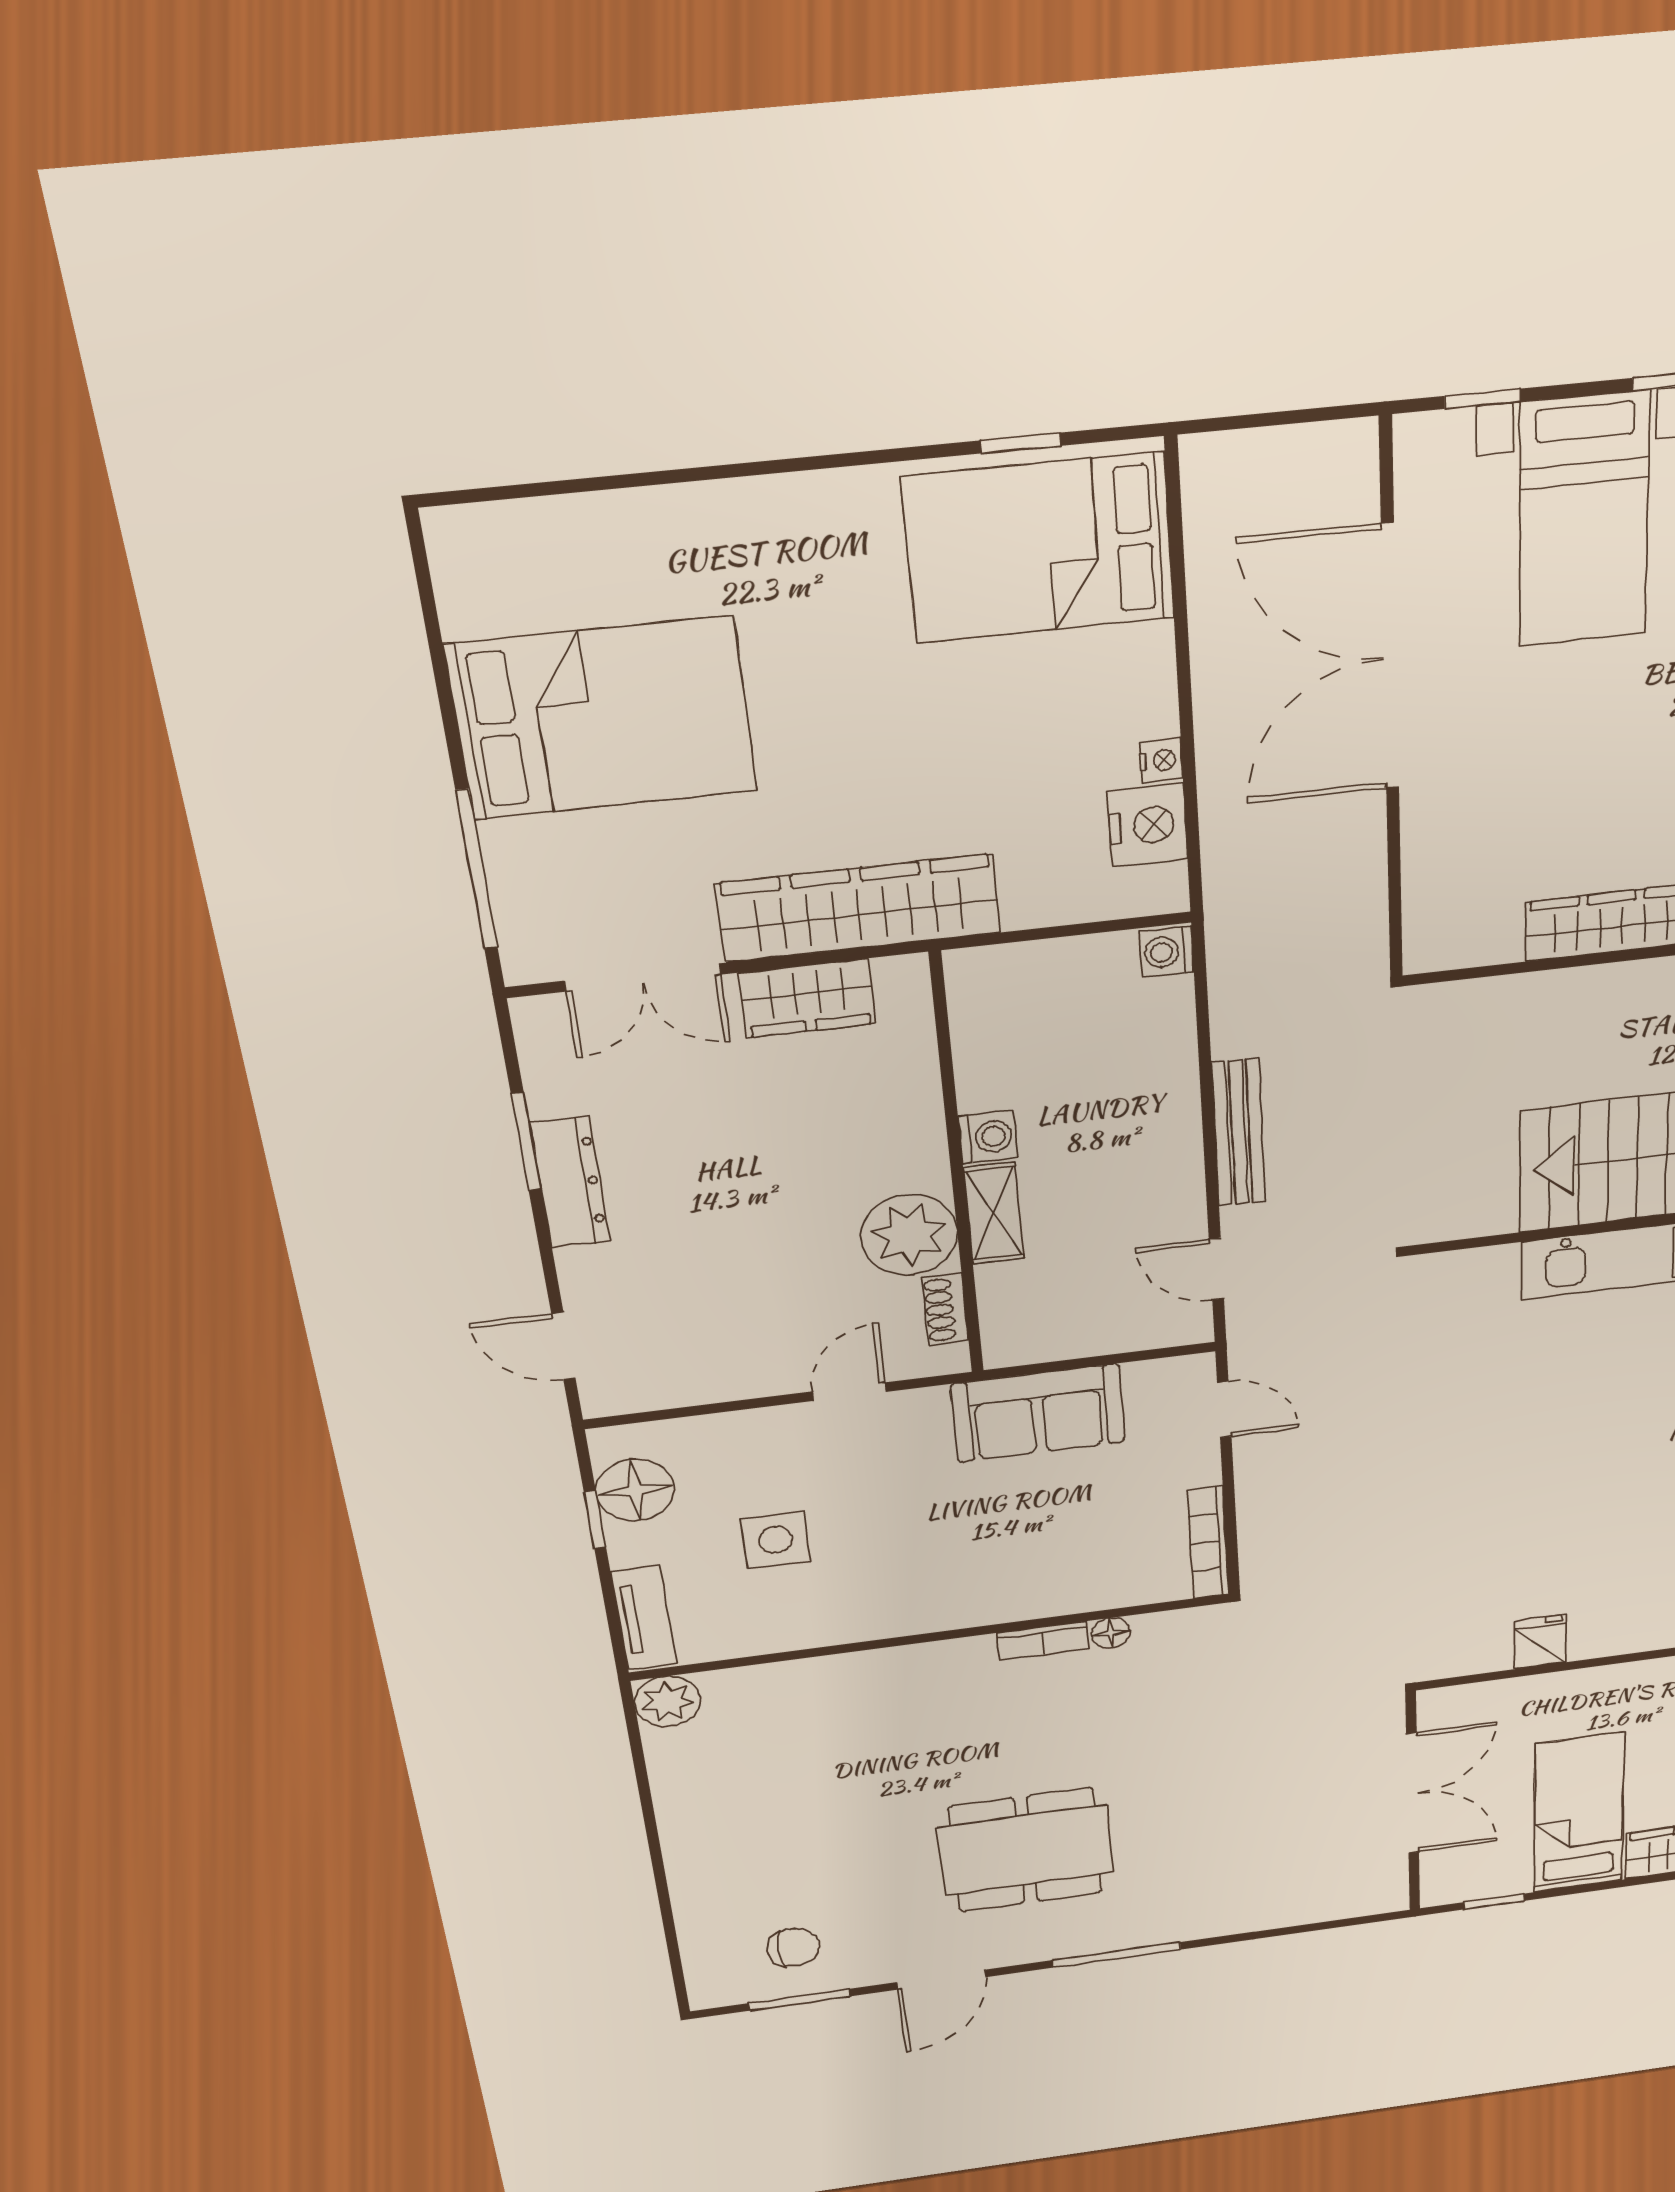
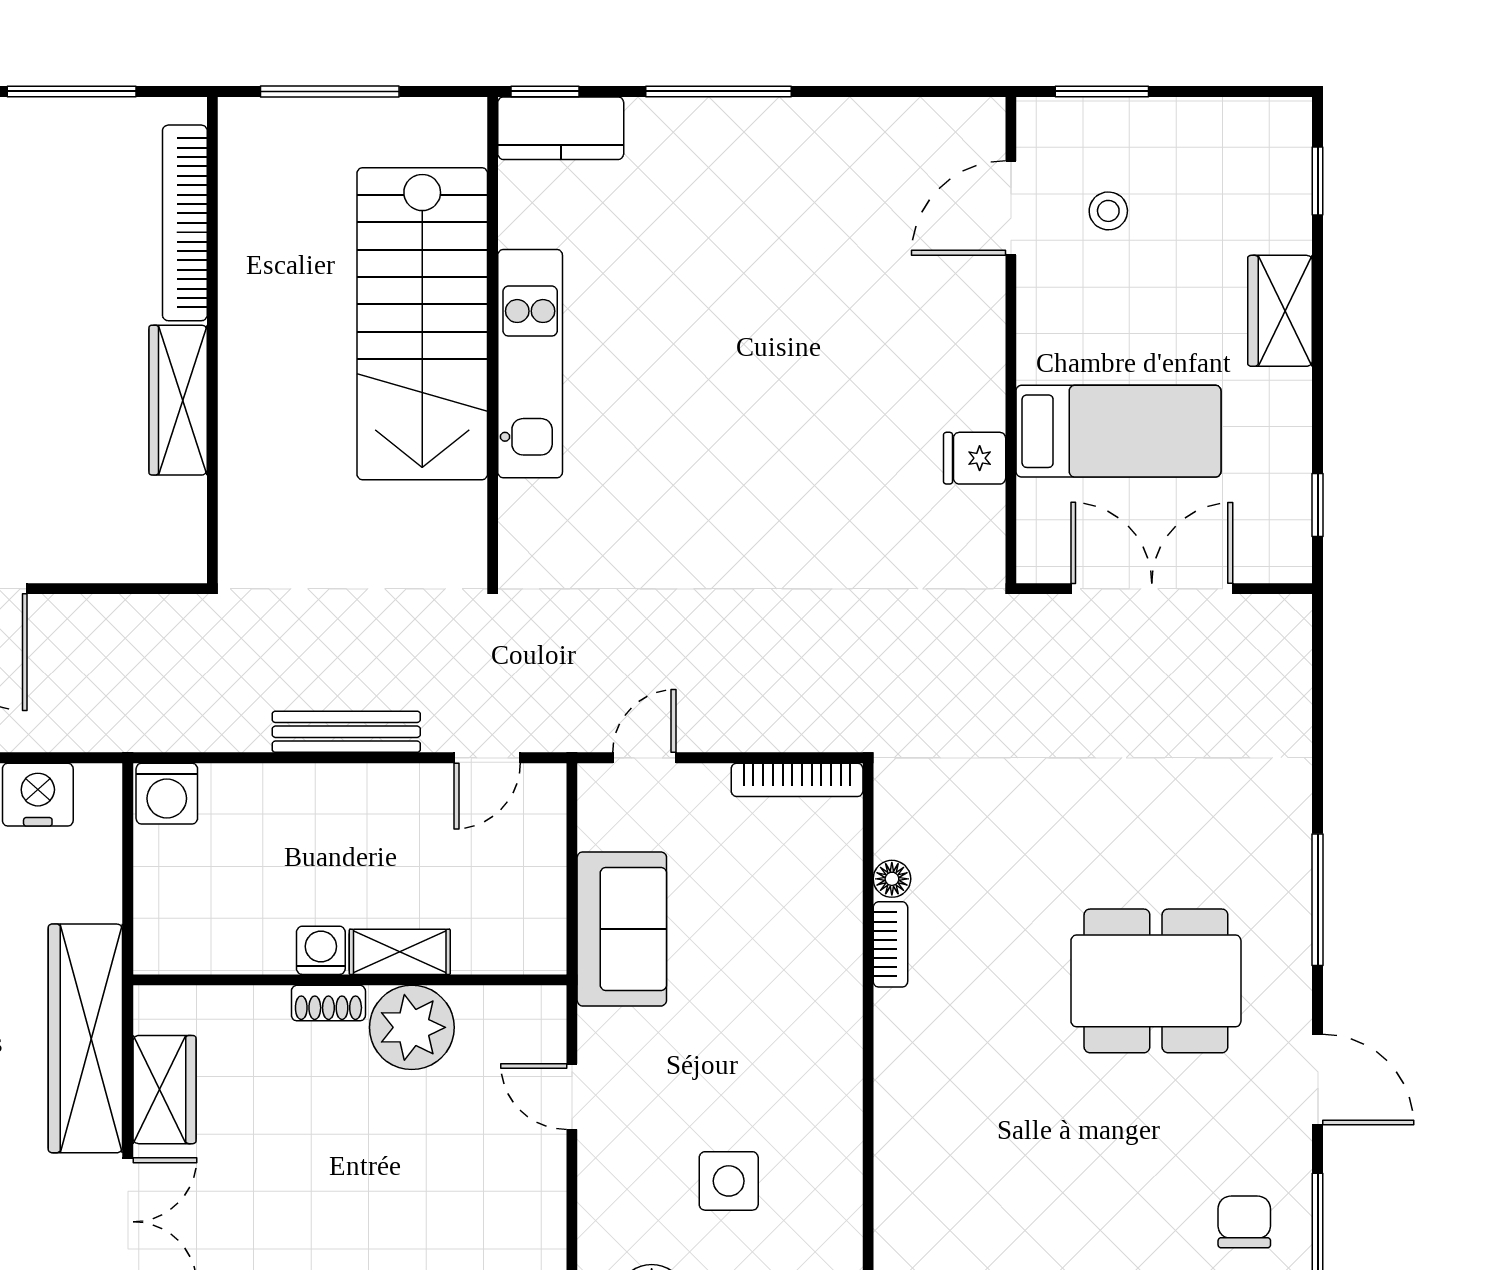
washing machine: (1167, 952) -> (167, 794), width x1.38, depth x1.38
shoe rack: (945, 1309) -> (328, 1003), moved
bed: (1579, 1813) -> (1118, 431), moved, turned 180
dining table: (1026, 1850) -> (1156, 981), turned 90

